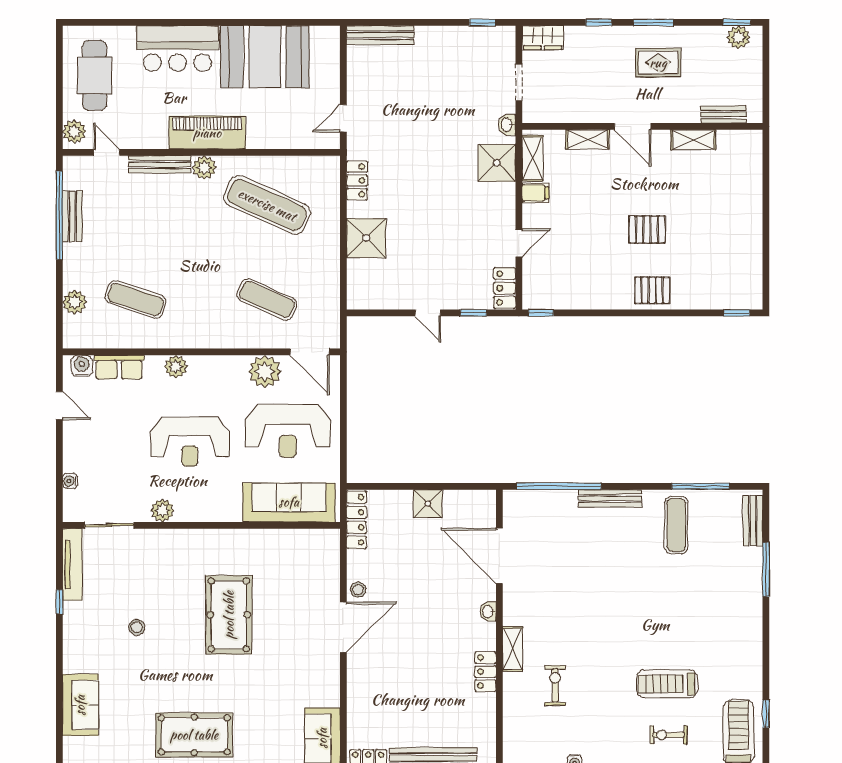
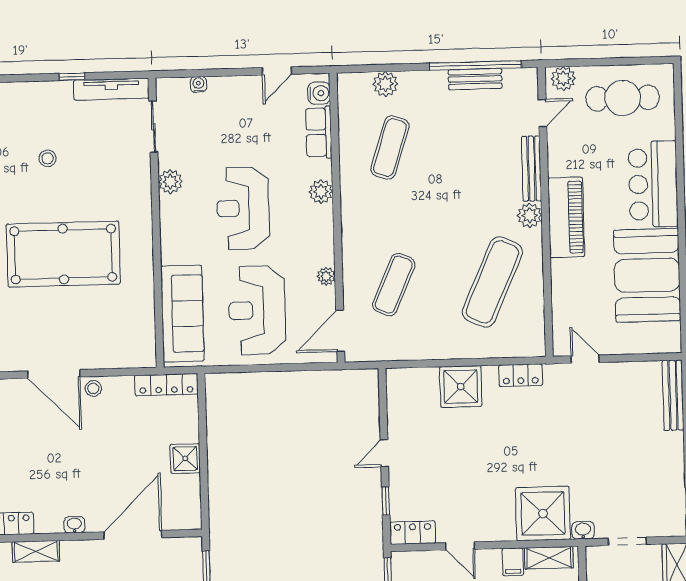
shower: (497, 163) -> (543, 514), width x1.37, depth x1.37
plant: (265, 371) -> (326, 276), width x0.53, depth x0.53
pool table: (229, 615) -> (63, 254), width x1.36, depth x1.32

